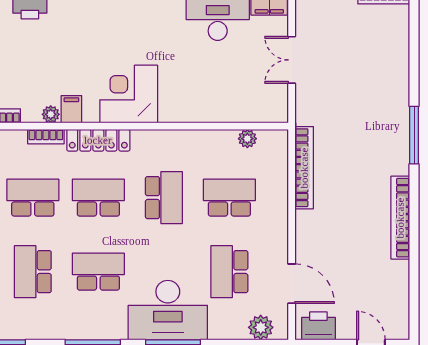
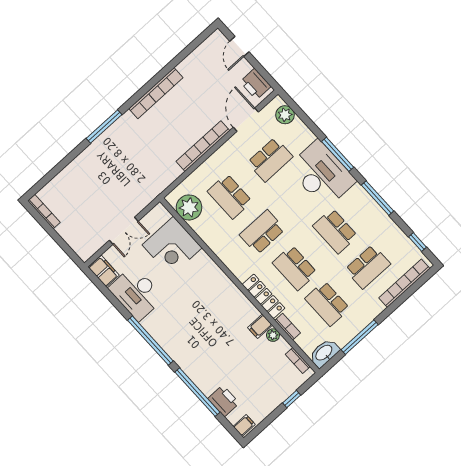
corner desk: (129, 94) -> (172, 246), moved
plant: (247, 139) -> (189, 207), width x1.87, depth x1.87
bookcase: (304, 168) -> (203, 146), moved

